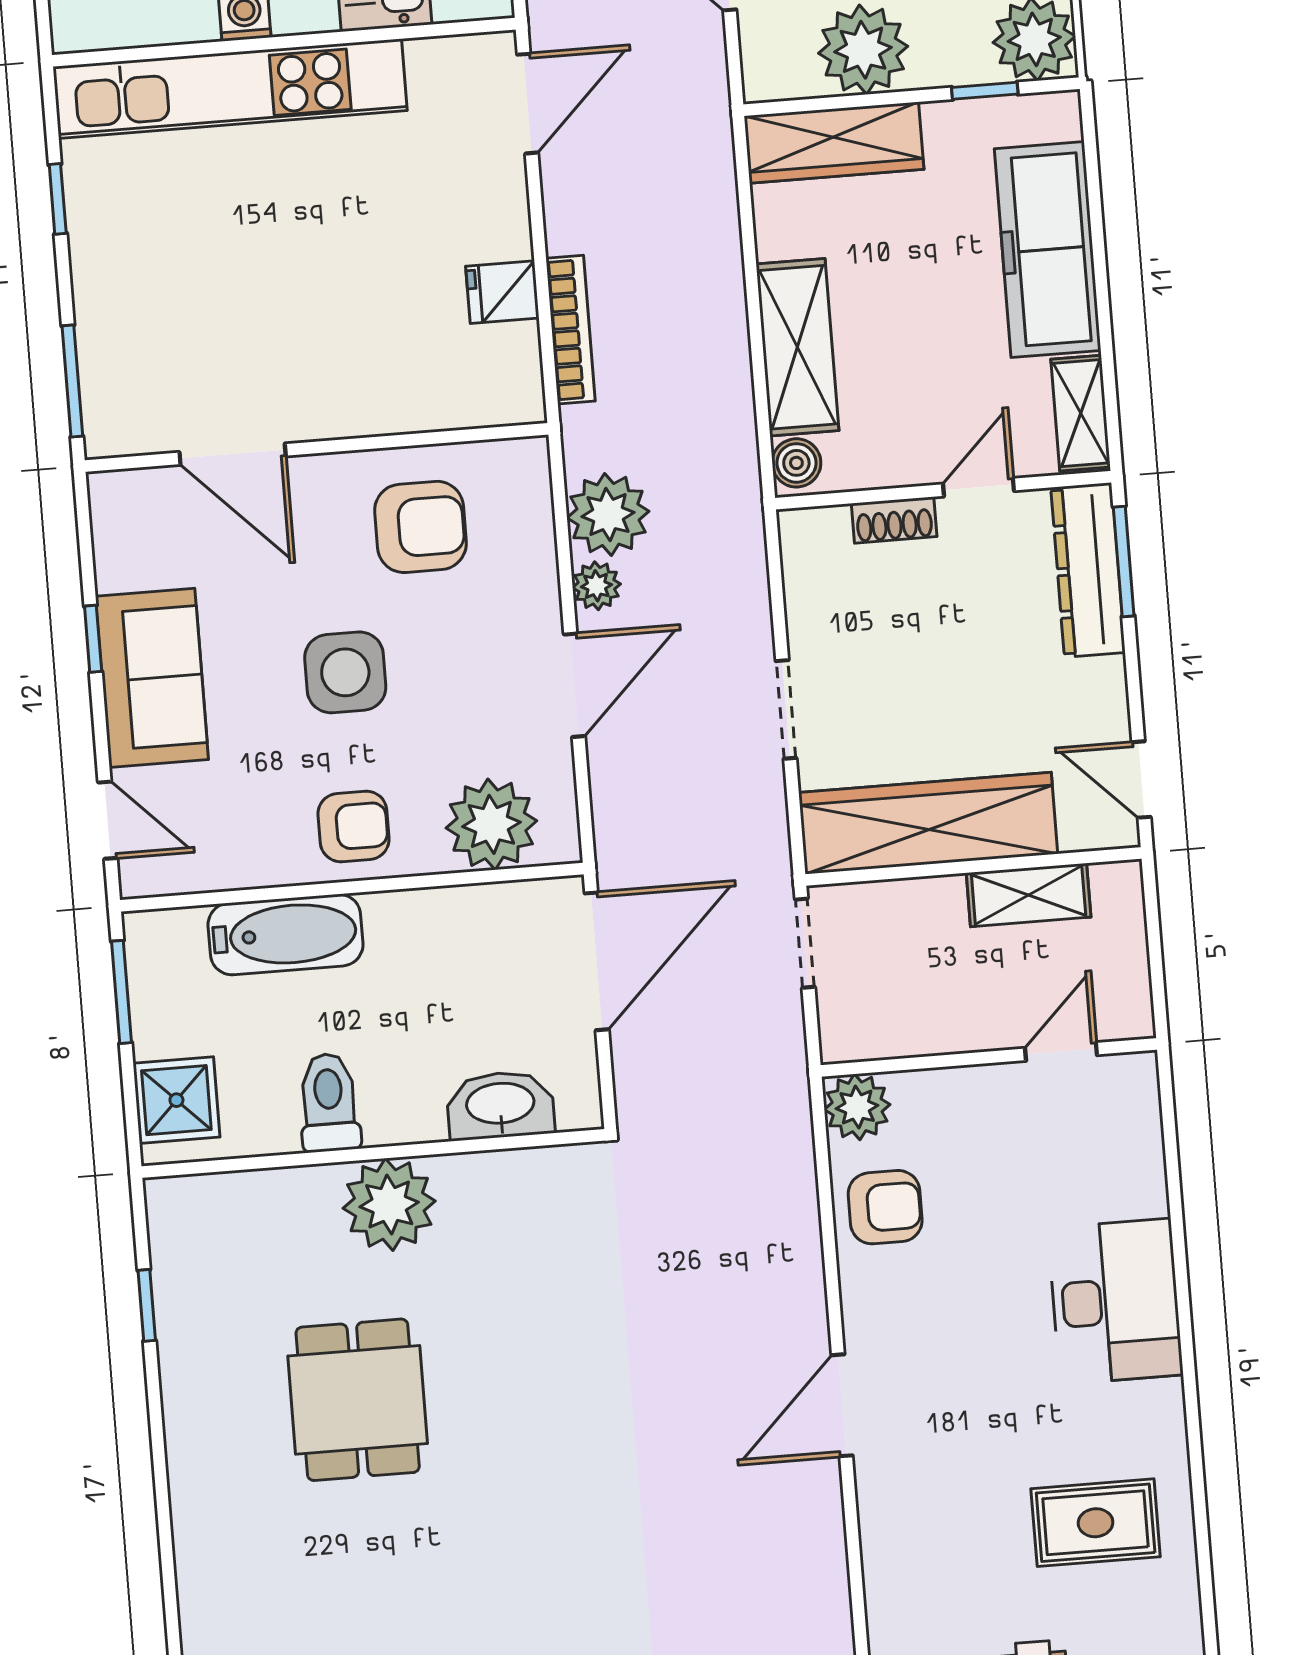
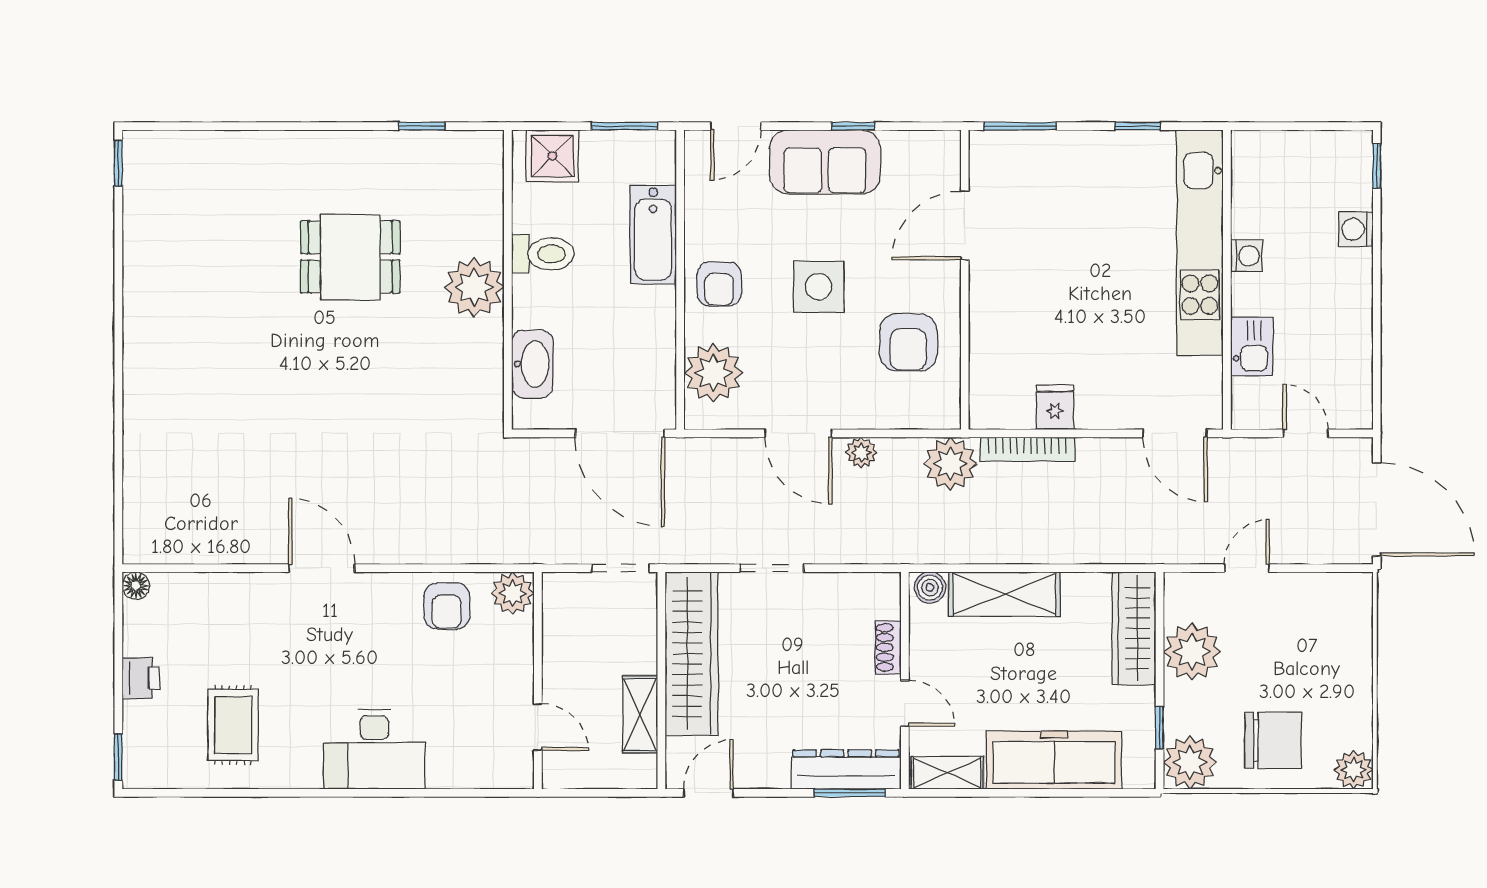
plant: (608, 515) -> (950, 464), moved

